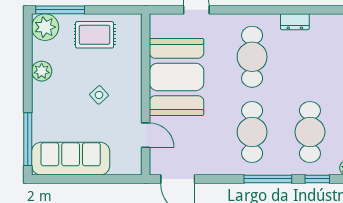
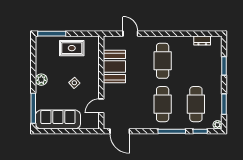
dresser: (295, 22) -> (202, 41), moved
plant: (45, 27) -> (43, 44), removed
plant: (42, 71) -> (41, 80), moved
booth: (177, 77) -> (114, 67), width x0.73, depth x0.70
door: (146, 135) -> (101, 106), swing flipped

